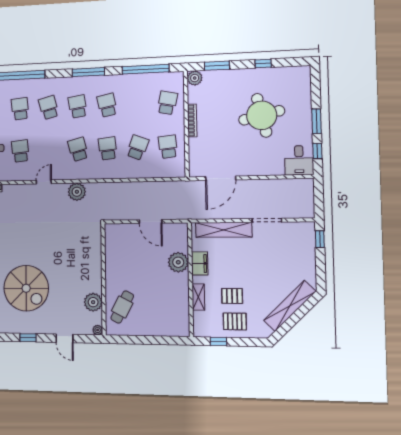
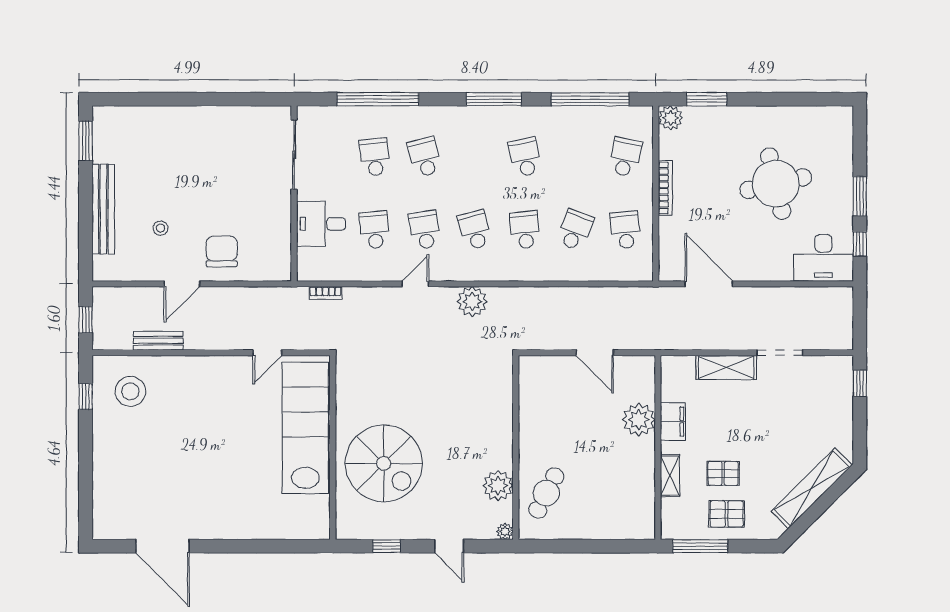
window: (263, 63) -> (780, 99), removed
school desk: (78, 106) -> (425, 230), moved
desk: (299, 160) -> (823, 258), width x1.37
door: (221, 178) -> (709, 284), swing flipped
shelving: (224, 230) -> (726, 367), width x0.68
window: (218, 341) -> (700, 546), width x2.17

